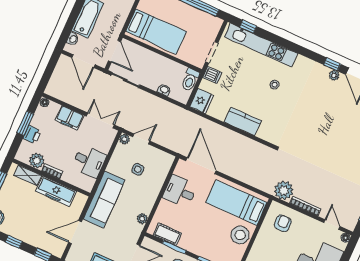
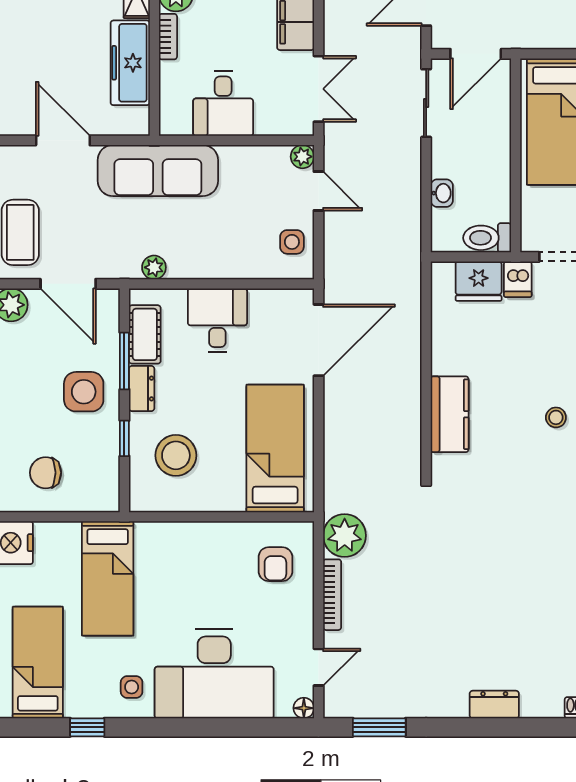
fridge: (202, 101) -> (479, 281), moved
kitchen counter: (243, 121) -> (450, 414), moved
side table: (138, 169) -> (292, 242), moved
desk: (180, 191) -> (217, 320), moved
armchair: (283, 223) -> (275, 564), turned 90
stool: (240, 235) -> (176, 455), moved
dresser: (188, 245) -> (142, 388), added

